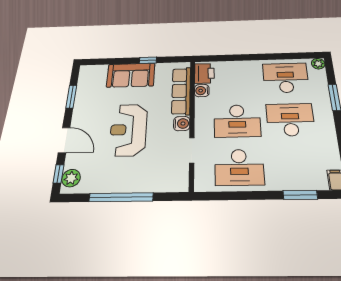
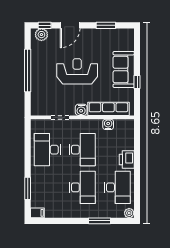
printer: (204, 73) -> (127, 160), moved, turned 90
desk: (237, 121) -> (82, 150), turned 180

